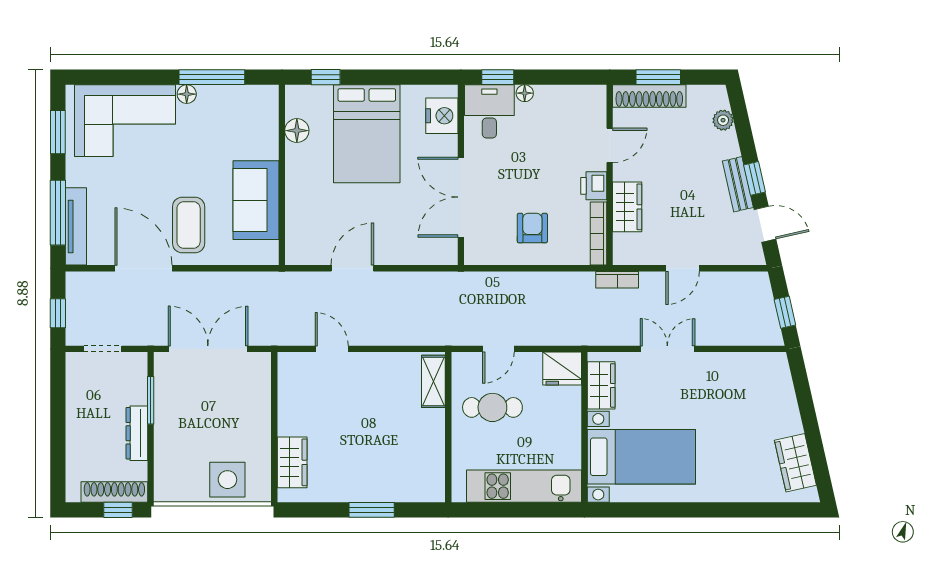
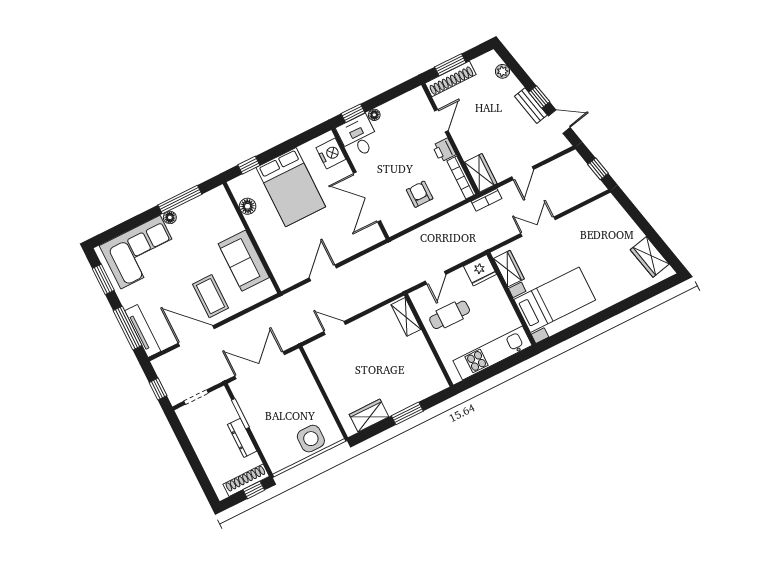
wardrobe: (627, 207) -> (481, 173), moved
wardrobe: (292, 462) -> (369, 416), moved, turned -90

